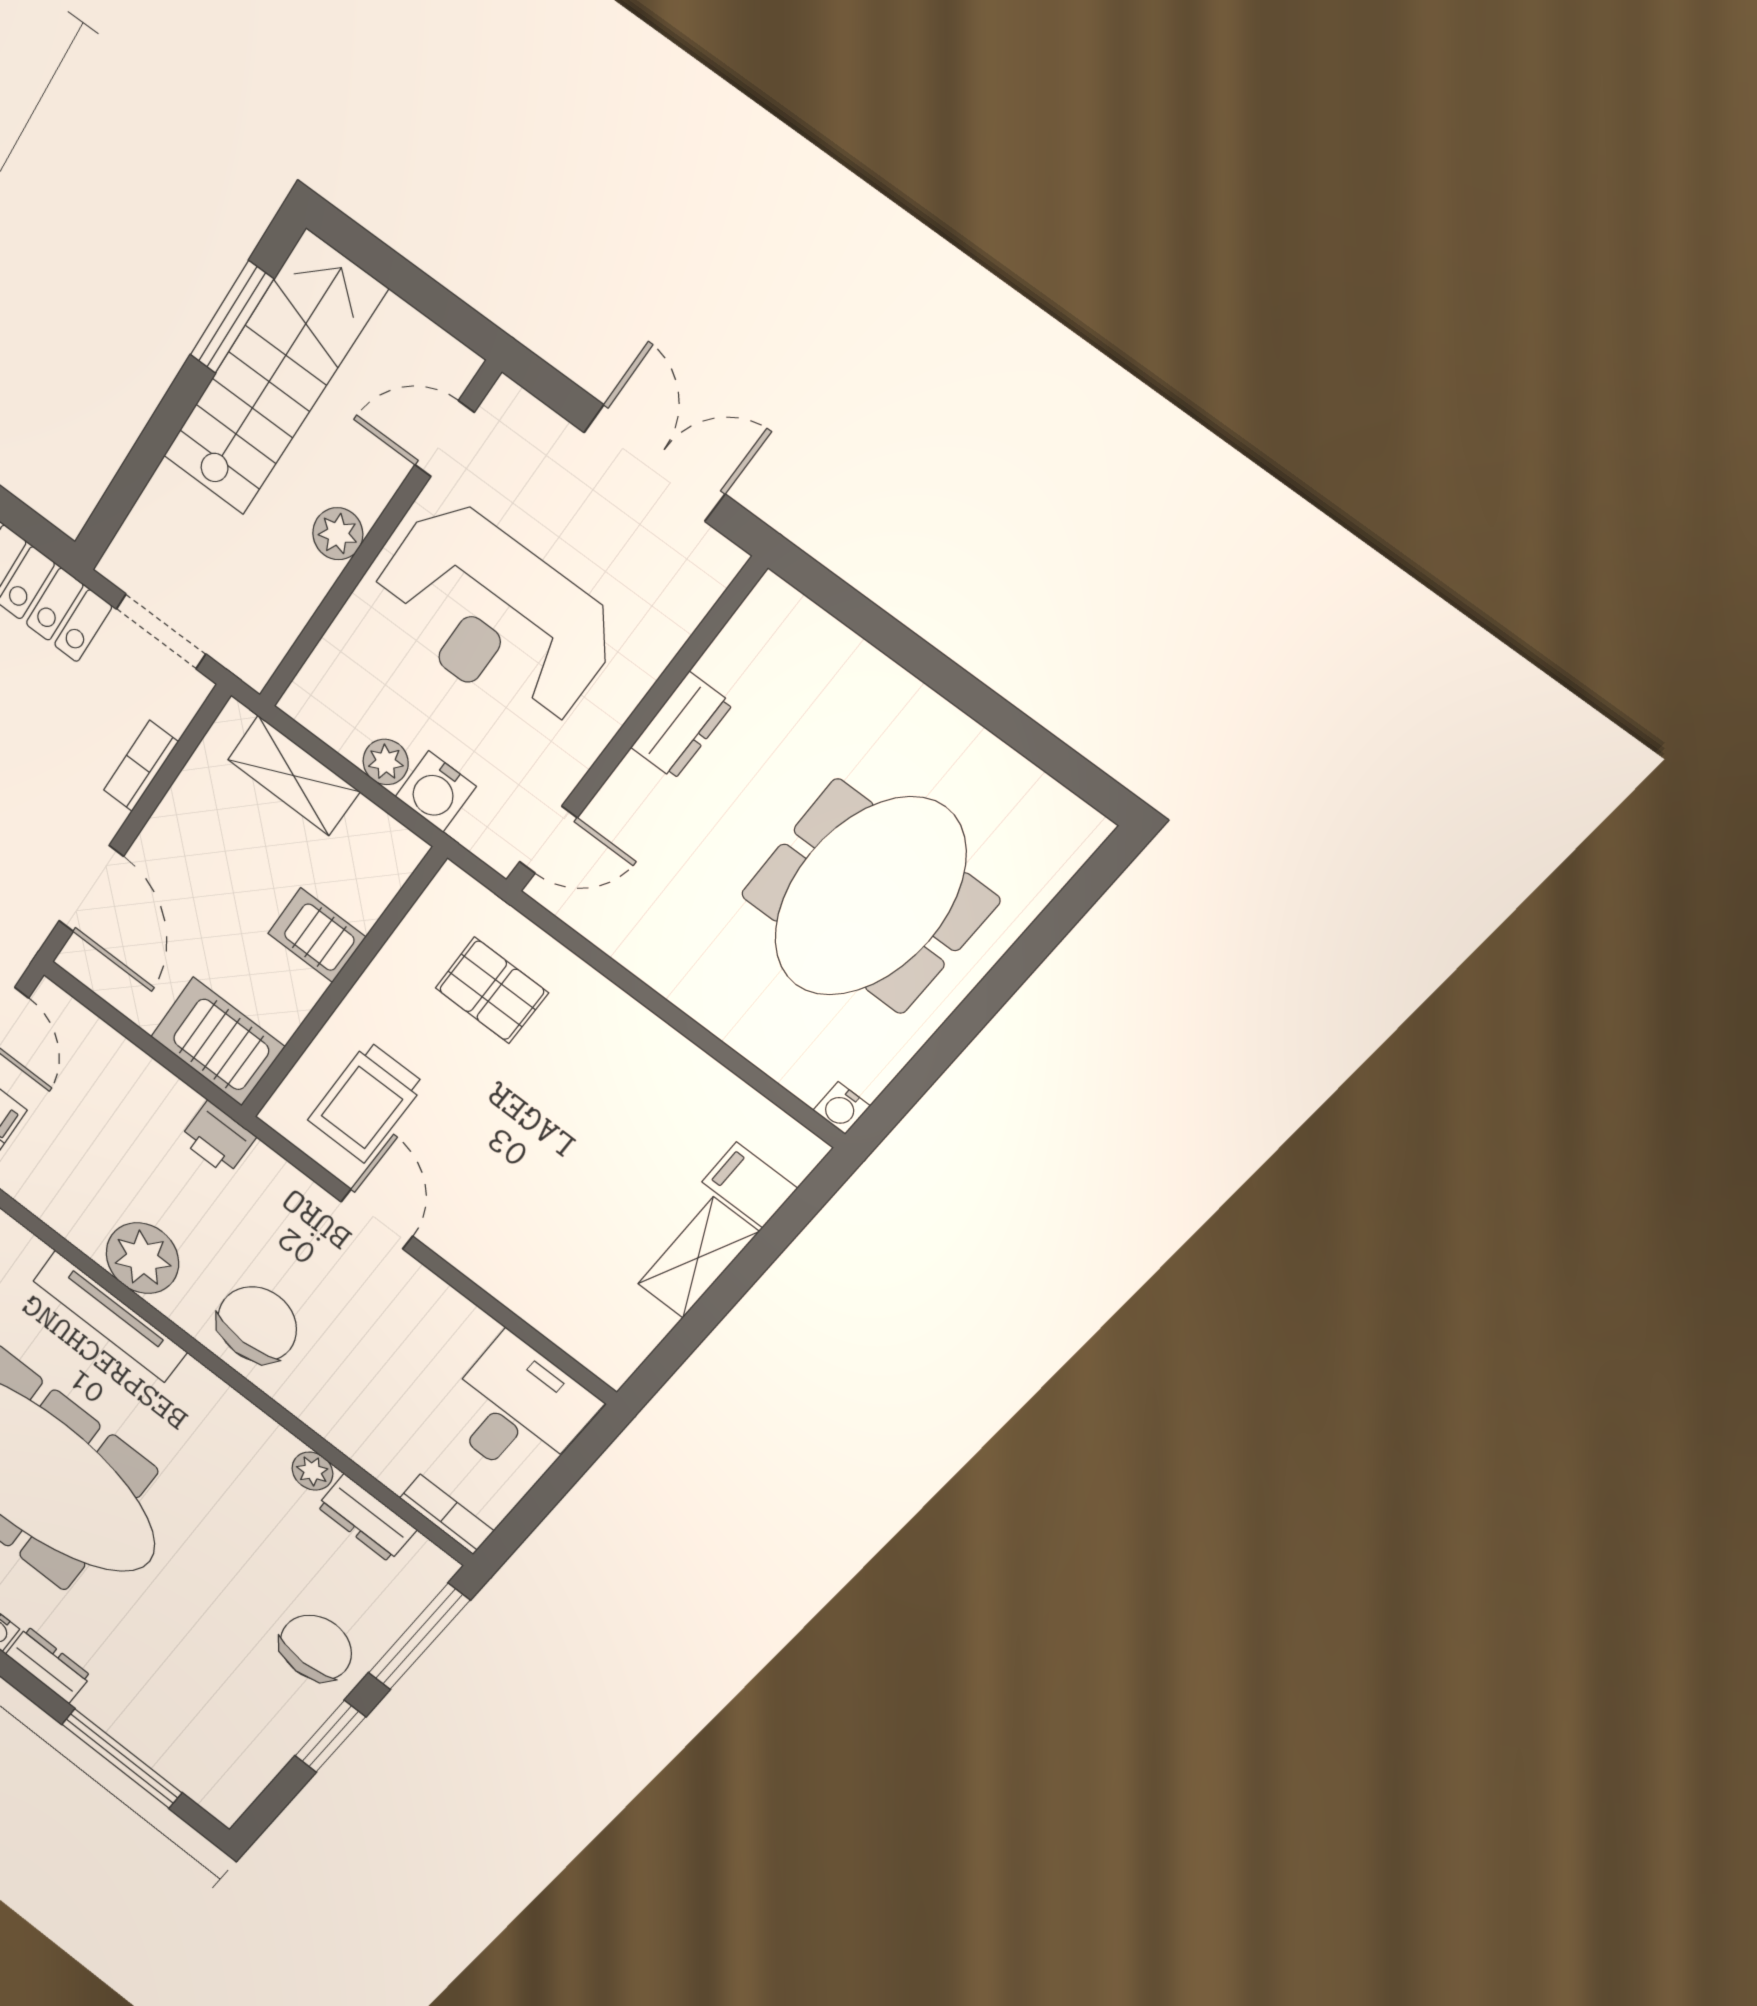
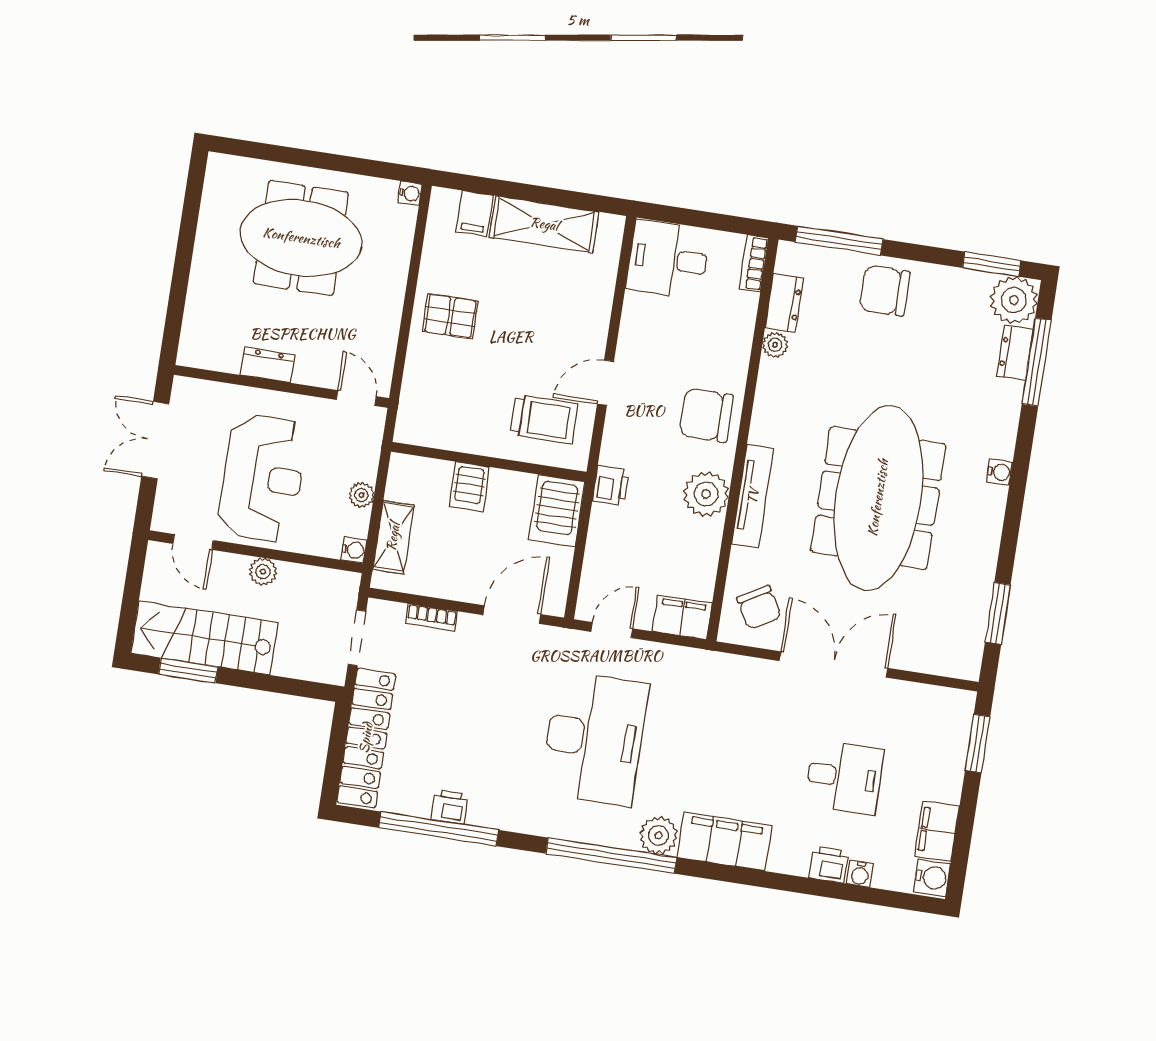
water cooler: (436, 792) -> (354, 550), moved, width x0.72, depth x0.72
pallet: (492, 990) -> (450, 316), moved, turned 90
shelving: (698, 1258) -> (544, 224), width x1.50, depth x1.33
dresser: (48, 1665) -> (1015, 353), moved
window: (330, 1736) -> (991, 264), moved
plant: (219, 1784) -> (1014, 300), added

